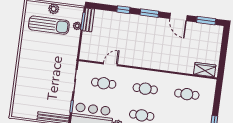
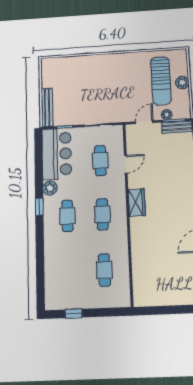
door: (80, 44) -> (144, 122), added
door: (110, 64) -> (126, 164), hinge flipped
wardrobe: (205, 70) -> (137, 202), moved

